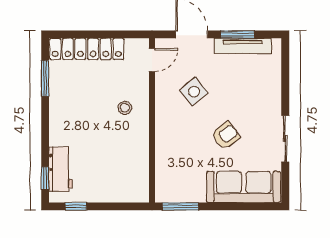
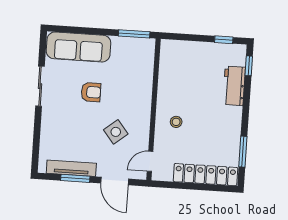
armchair: (226, 136) -> (91, 92), turned -143
workbench: (60, 169) -> (234, 86), moved

